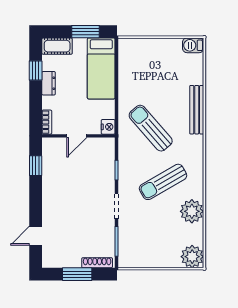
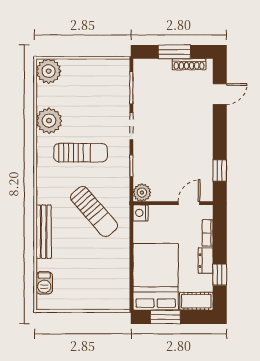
barbecue: (193, 45) -> (44, 283), moved, turned 90
bed: (101, 68) -> (156, 277), width x1.50
bookcase: (47, 122) -> (208, 233), moved
door: (77, 136) -> (189, 203), moved
plant: (107, 146) -> (142, 193), added
sun lounger: (163, 182) -> (81, 153), turned 30
shoe rack: (97, 263) -> (189, 64), moved

